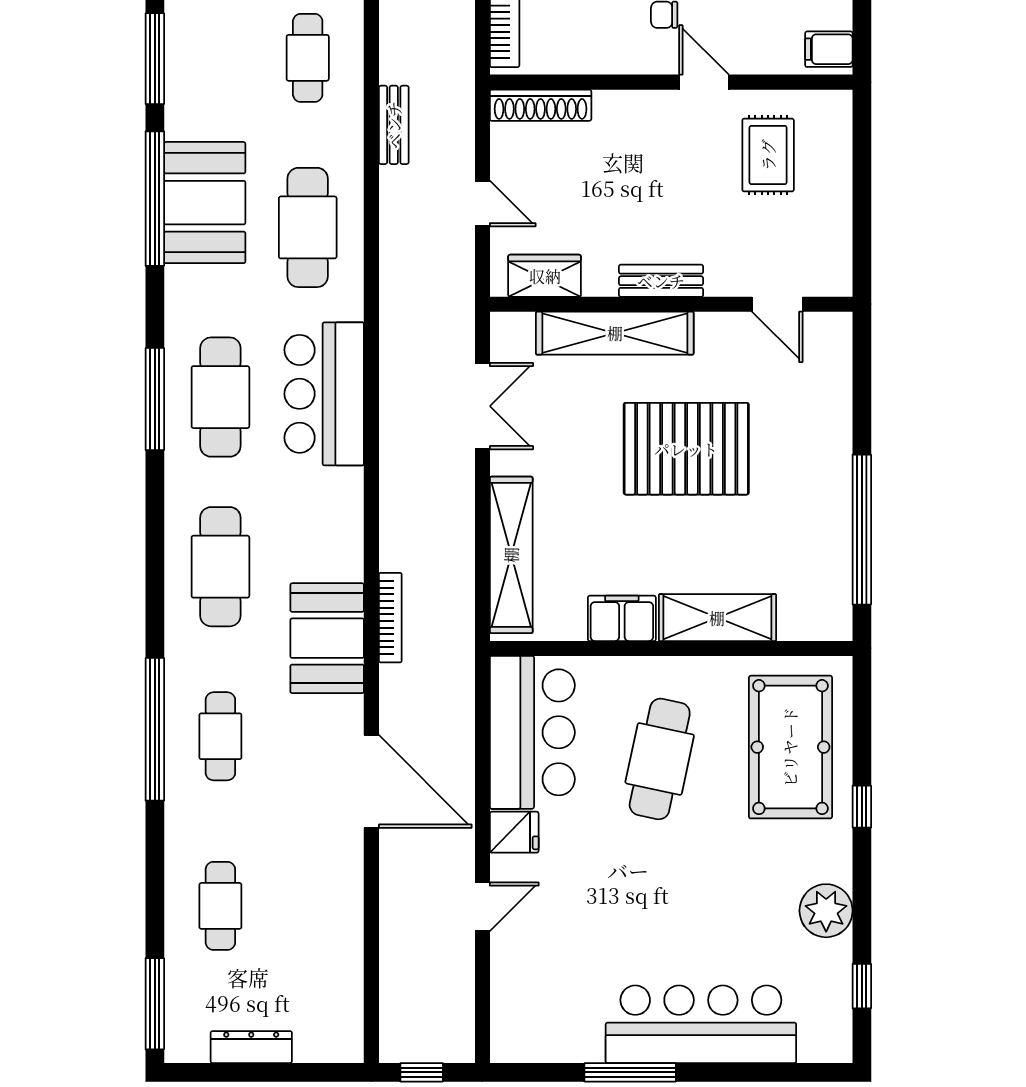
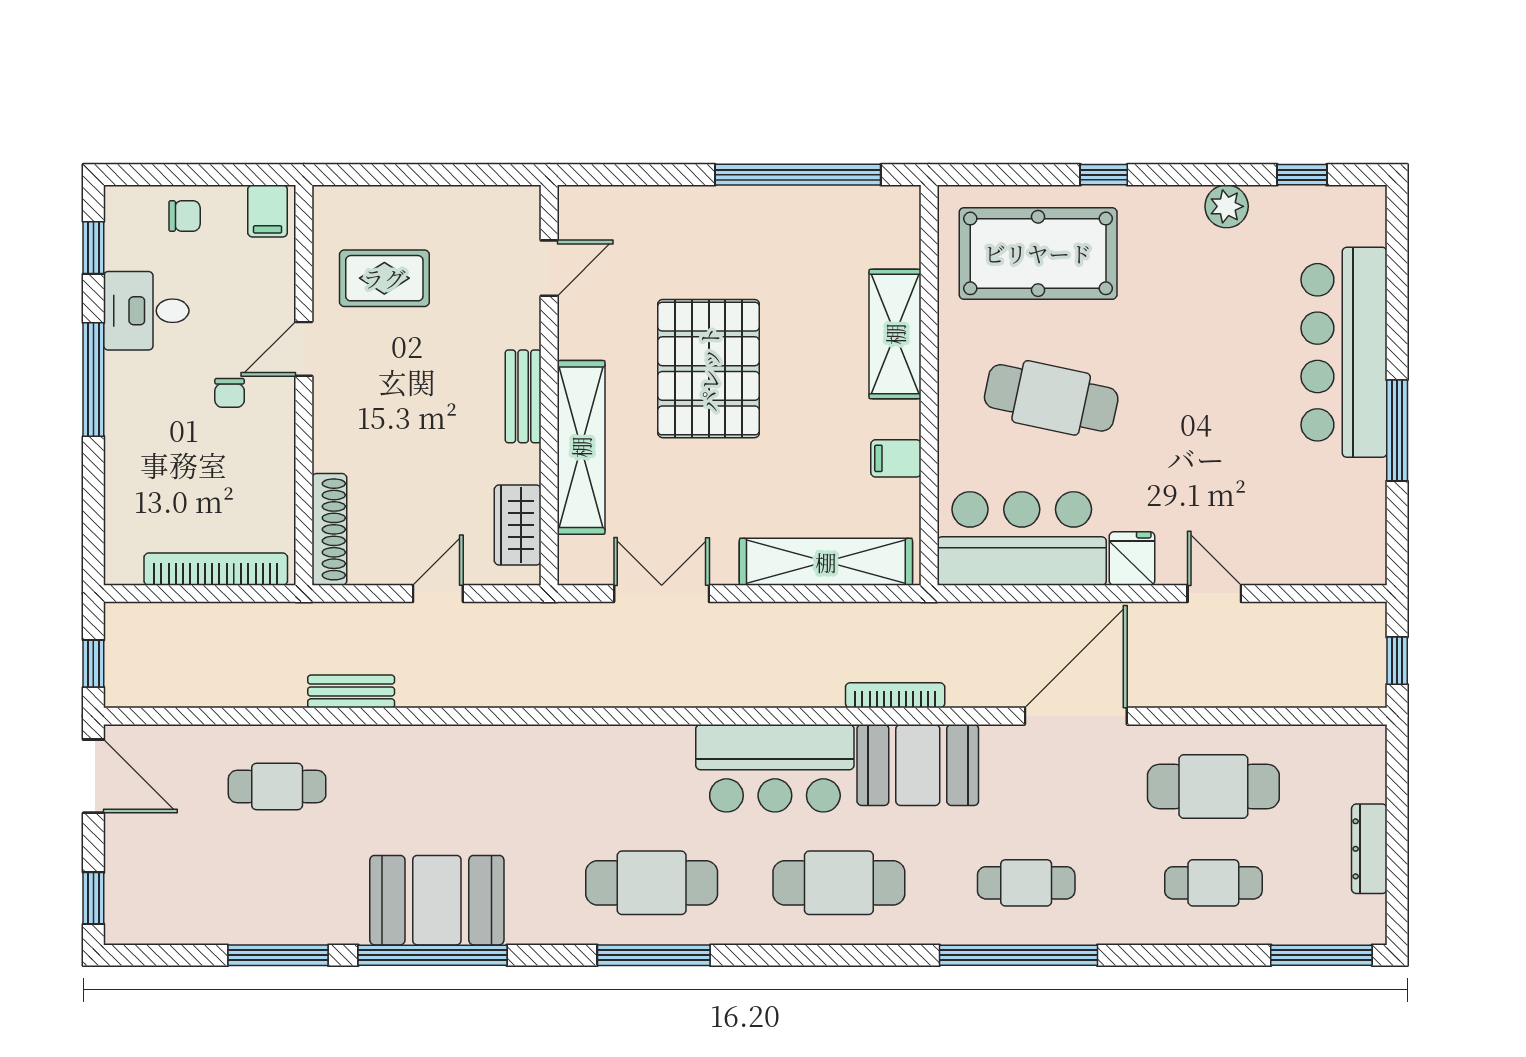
cafe table: (308, 227) -> (1213, 786), moved
bar counter: (324, 394) -> (775, 768), moved
filing cabinet: (622, 618) -> (896, 458), width x0.50
plant: (826, 911) -> (1227, 206), width x0.73, depth x0.73

